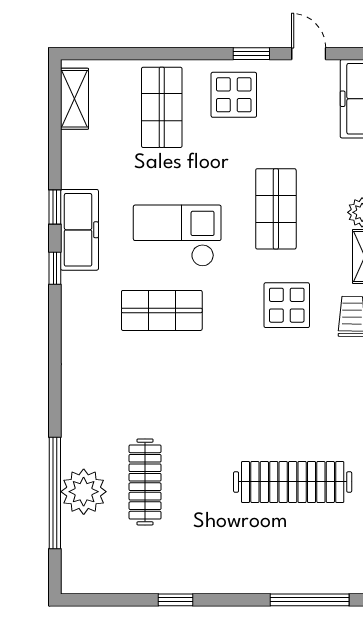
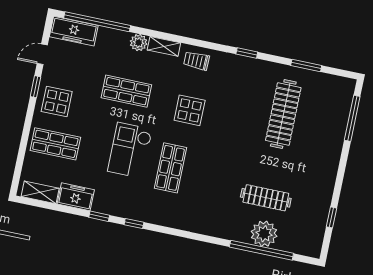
freezer: (80, 230) -> (76, 197), moved, width x0.71
display table: (287, 305) -> (190, 110), moved
window: (175, 600) -> (332, 217), moved

